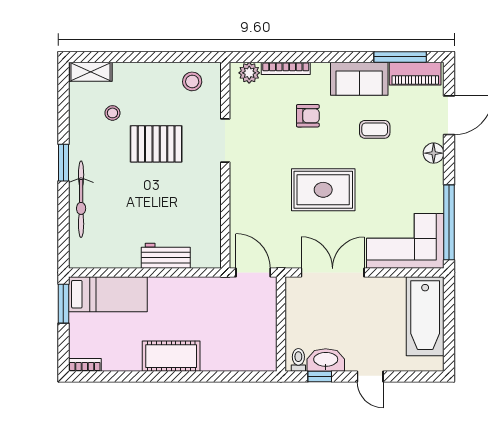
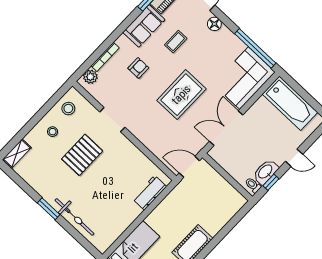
stool: (112, 113) -> (53, 132), moved
workbench: (166, 256) -> (150, 193), moved

